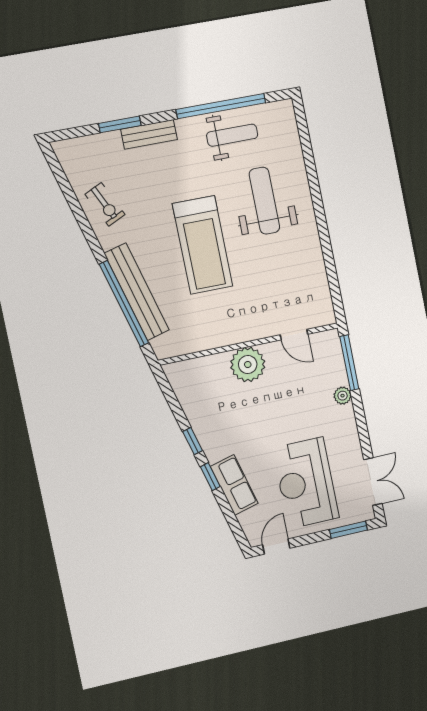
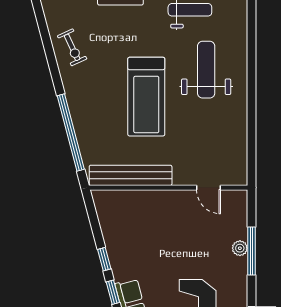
bench: (137, 292) -> (131, 175), moved, turned -75
window: (349, 363) -> (251, 251), moved
plant: (248, 364) -> (164, 205), removed

